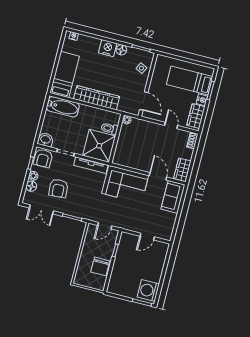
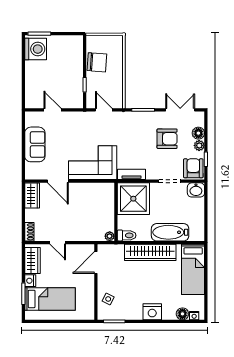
floor lamp: (121, 50) -> (182, 314), moved
door: (144, 101) -> (96, 262), hinge flipped
bathtub: (63, 107) -> (170, 232), moved
toilet: (109, 129) -> (127, 235), moved
tv unit: (91, 165) -> (131, 174), width x0.71
armchair: (58, 188) -> (167, 139), turned 94
sofa: (173, 197) -> (35, 144), moved
door: (105, 226) -> (104, 110), hinge flipped
door: (147, 236) -> (52, 110), hinge flipped
chair: (100, 266) -> (97, 62), turned 94

